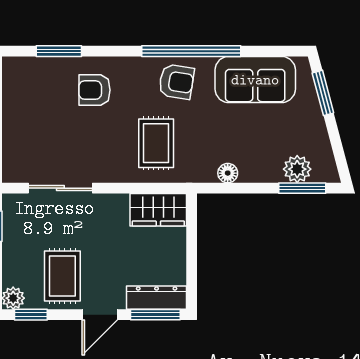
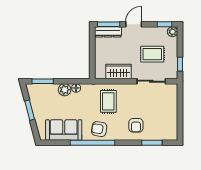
armchair: (94, 90) -> (136, 125), turned 90
window: (323, 93) -> (30, 110), moved
plant: (297, 169) -> (65, 90), moved
wardrobe: (158, 210) -> (119, 71), moved
rug: (62, 276) -> (152, 54), moved, turned 90

